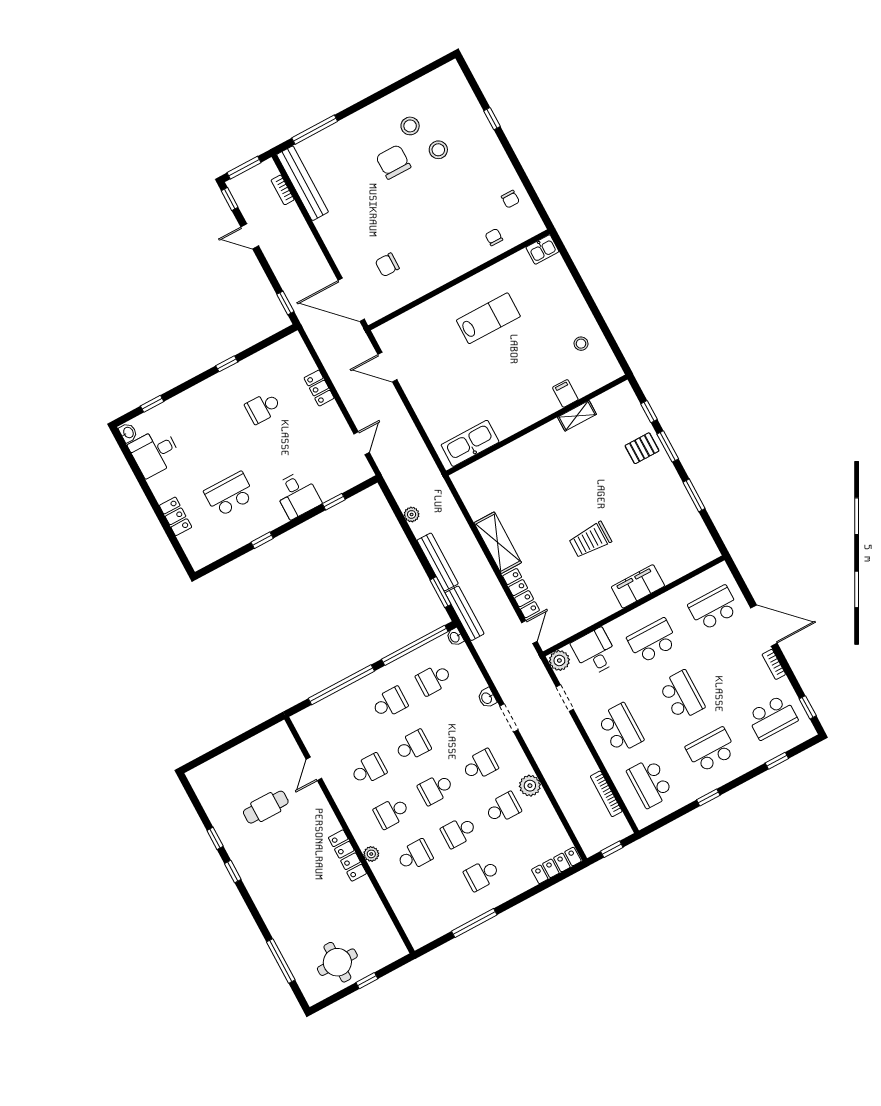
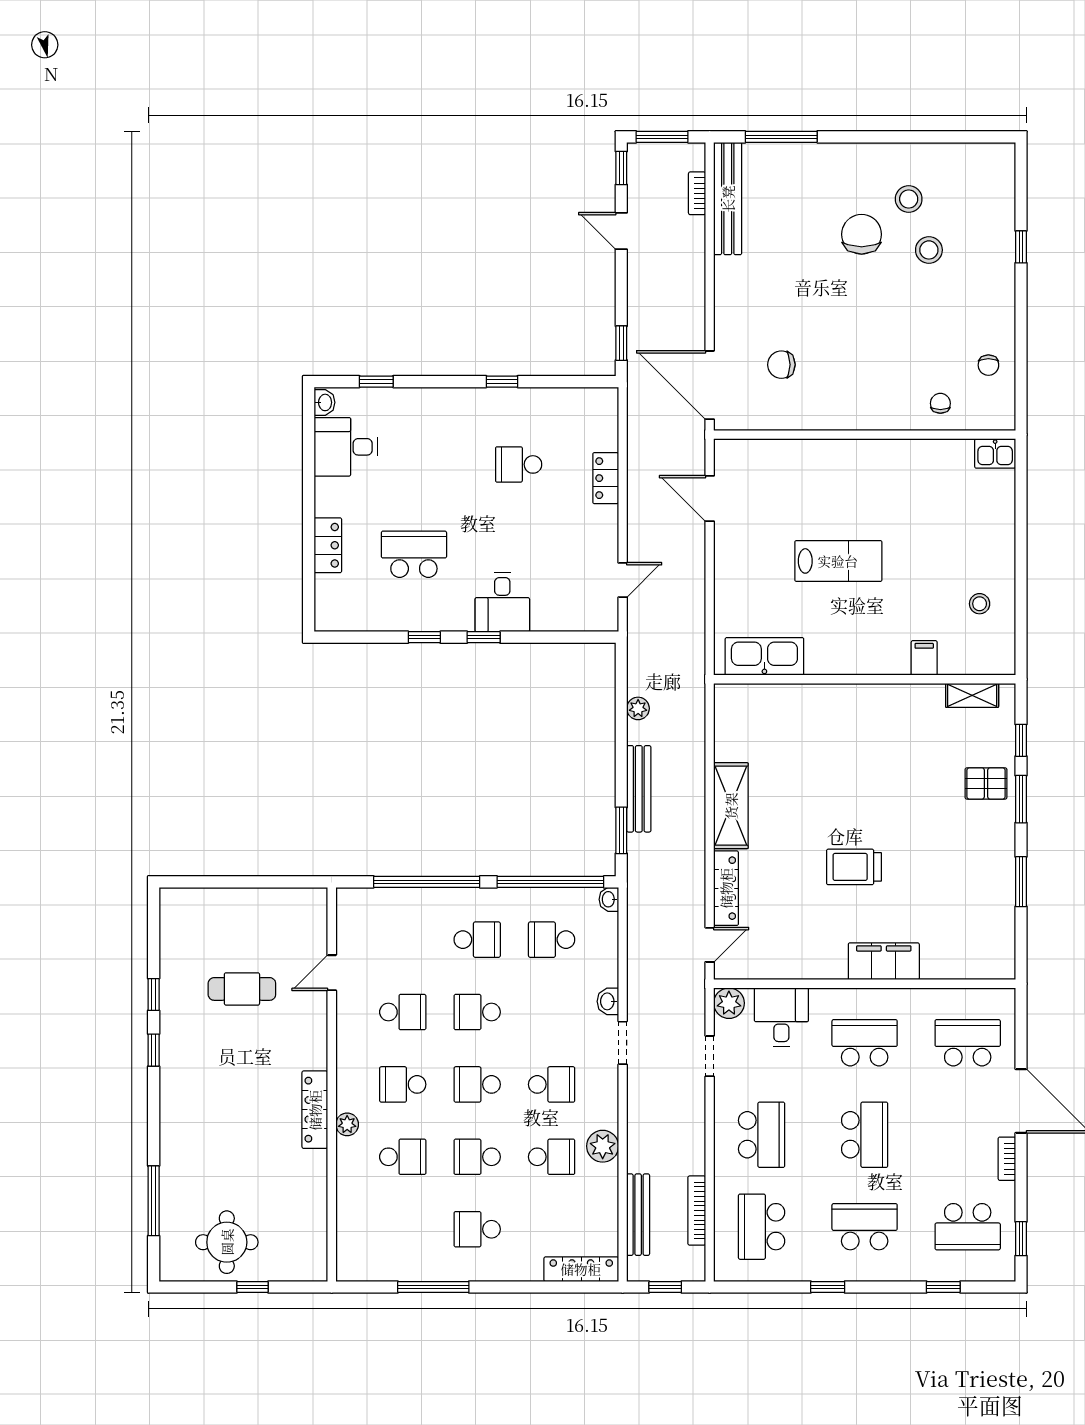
lab bench: (488, 318) -> (838, 561), moved
shelving: (577, 416) -> (972, 695), moved
window: (334, 502) -> (484, 637), moved
bench: (465, 613) -> (638, 1215), moved
school desk: (413, 746) -> (477, 1012), turned 180

